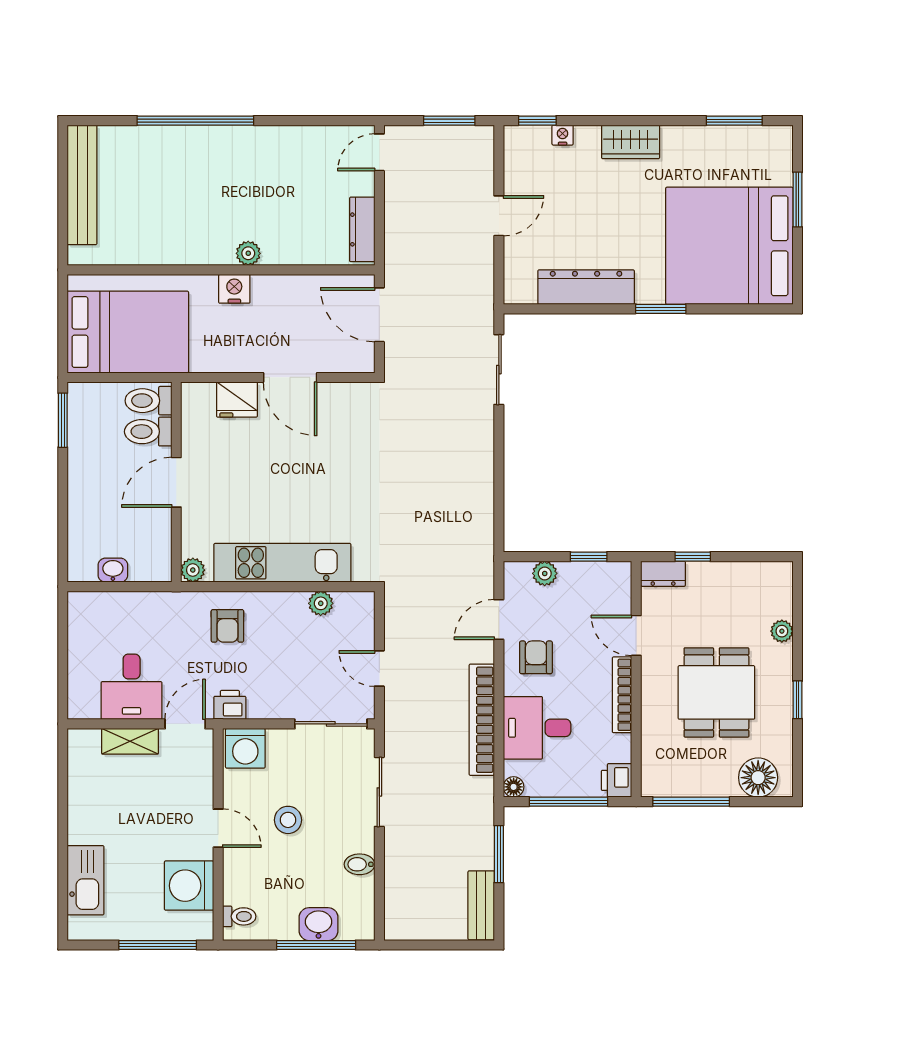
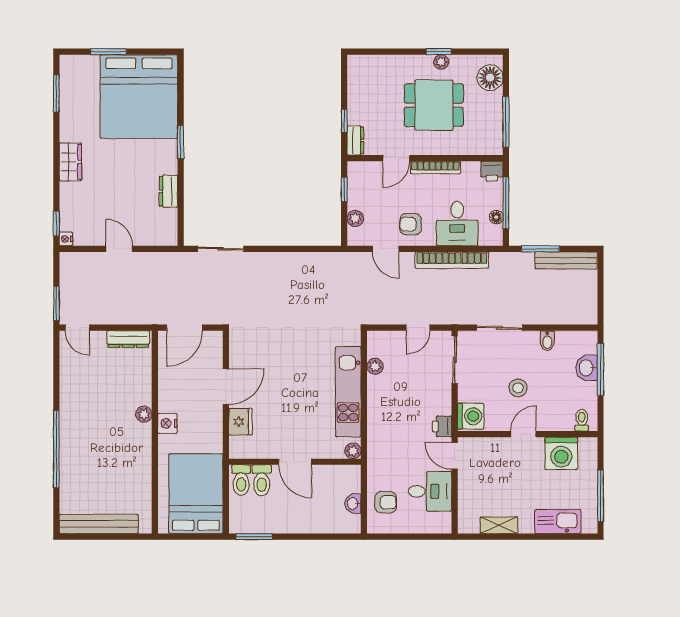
window: (449, 121) -> (56, 303), moved
nightstand: (563, 135) -> (66, 239), moved
dresser: (586, 287) -> (168, 191), width x0.51, depth x0.80
armchair: (227, 626) -> (386, 502), moved
plant: (782, 631) -> (441, 62), moved
shelving: (130, 741) -> (499, 525), moved, turned 90
floor lamp: (514, 787) -> (496, 217), moved
bench: (481, 905) -> (566, 260), width x1.36
window: (158, 945) -> (601, 496), moved

